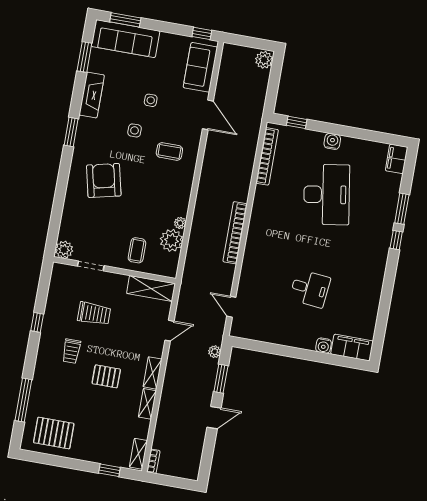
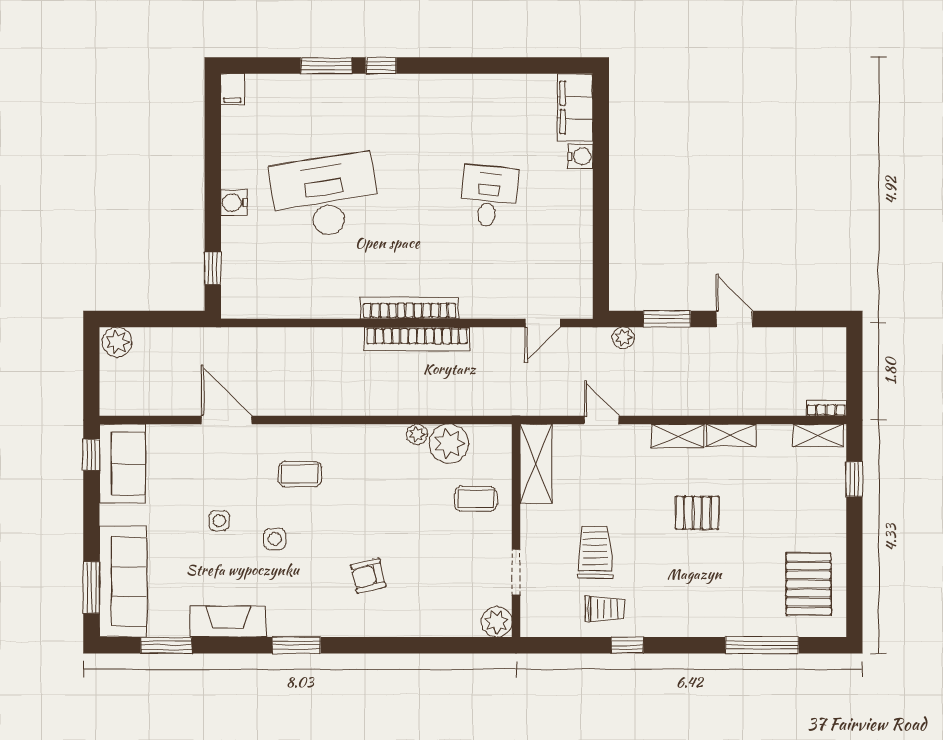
sofa: (200, 67) -> (122, 464), moved, turned -90
door: (208, 115) -> (227, 420), hinge flipped
coffee table: (169, 151) -> (300, 474), turned 90
bookcase: (267, 156) -> (410, 308), moved
filing cabinet: (397, 159) -> (232, 89), width x0.50
armchair: (104, 180) -> (368, 576), width x0.53, depth x0.53
trolley: (71, 351) -> (605, 609), moved
pallet: (106, 376) -> (697, 513), turned 90

